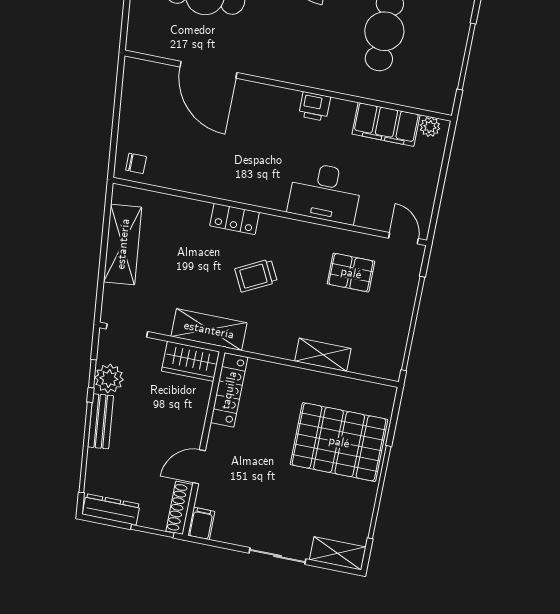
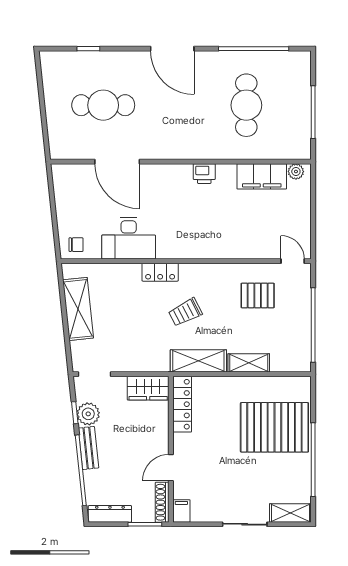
desk: (325, 193) -> (129, 238), moved
shelving: (209, 330) -> (198, 361), moved

